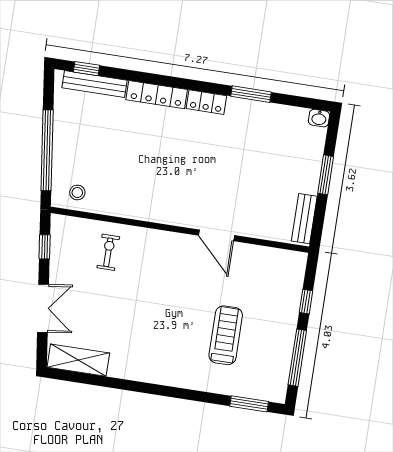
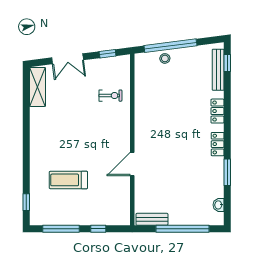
locker: (157, 95) -> (217, 111), width x0.66
washbasin: (319, 118) -> (219, 205), moved
window: (326, 175) -> (182, 229), width x2.11
stool: (77, 192) -> (165, 58), moved
treadmill: (226, 335) -> (68, 180), turned 180
window: (249, 404) -> (26, 202), width x0.67

